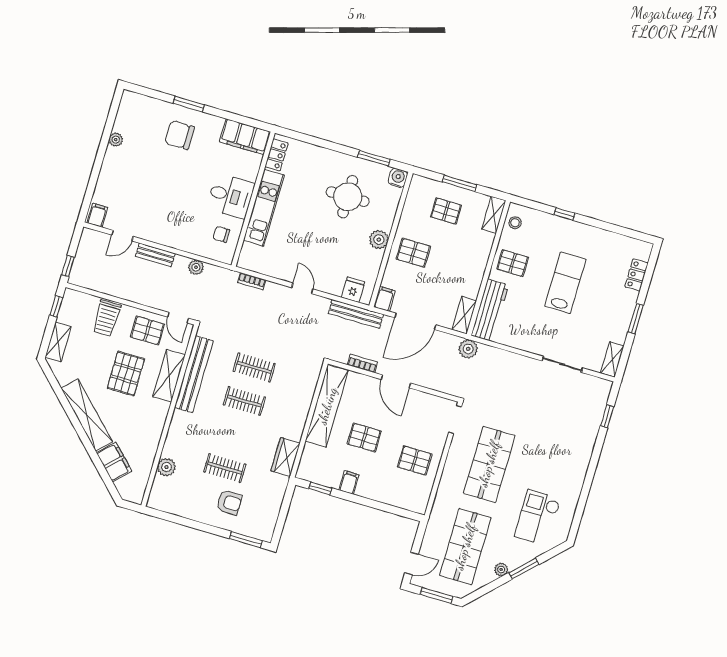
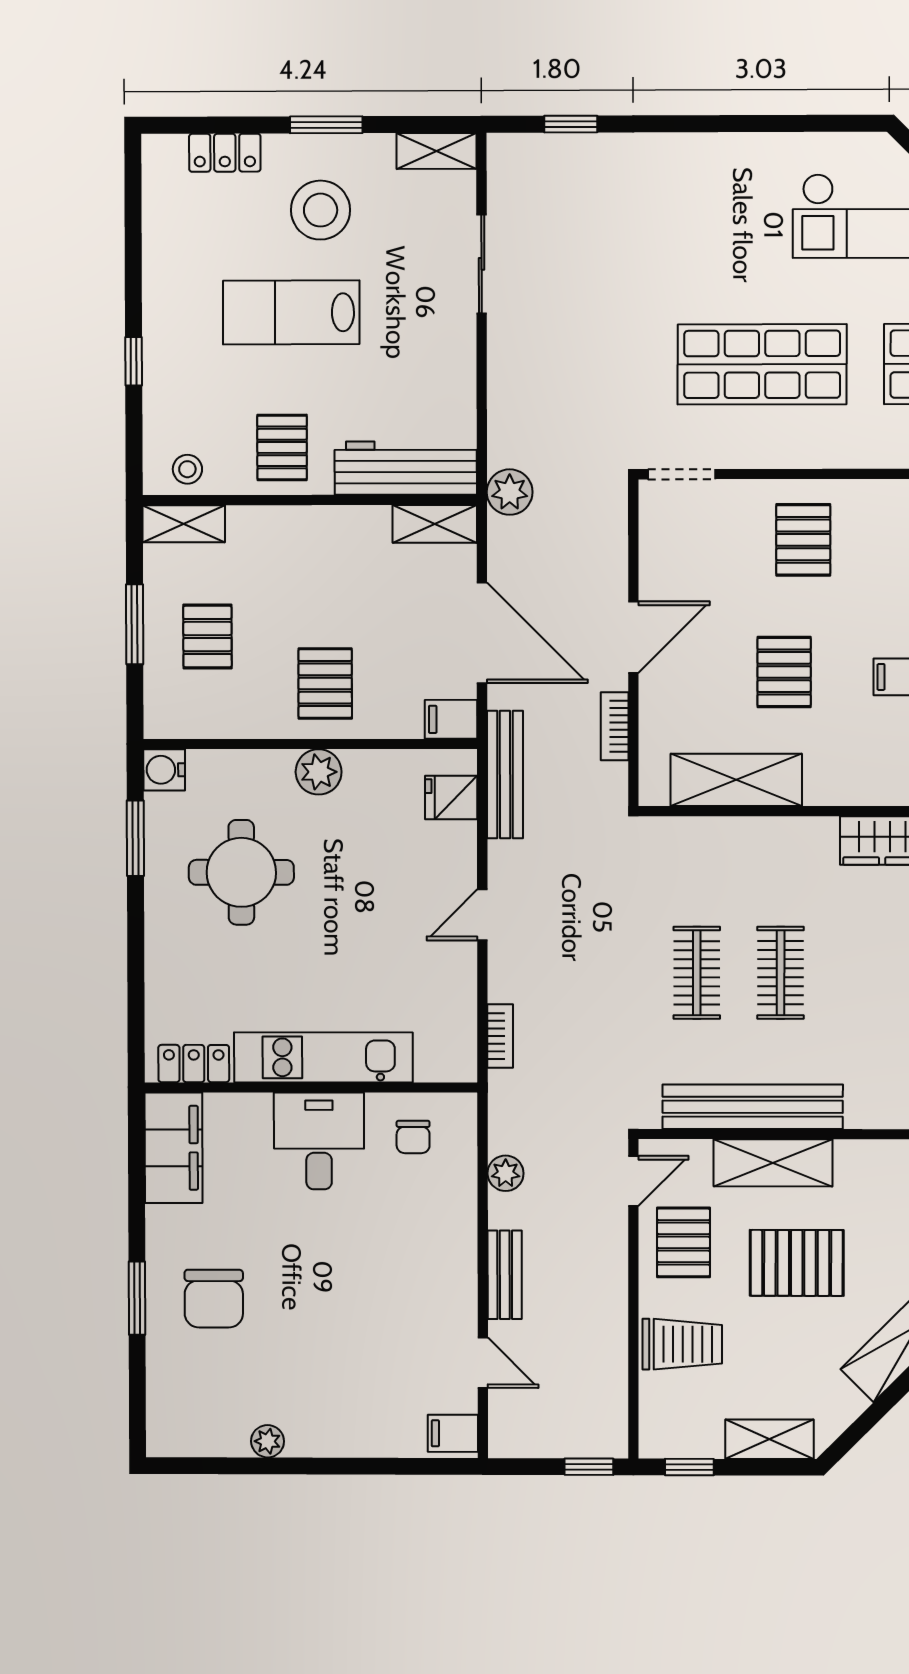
stool: (603, 306) -> (321, 210), added
shelving: (327, 406) -> (736, 780), width x0.68

